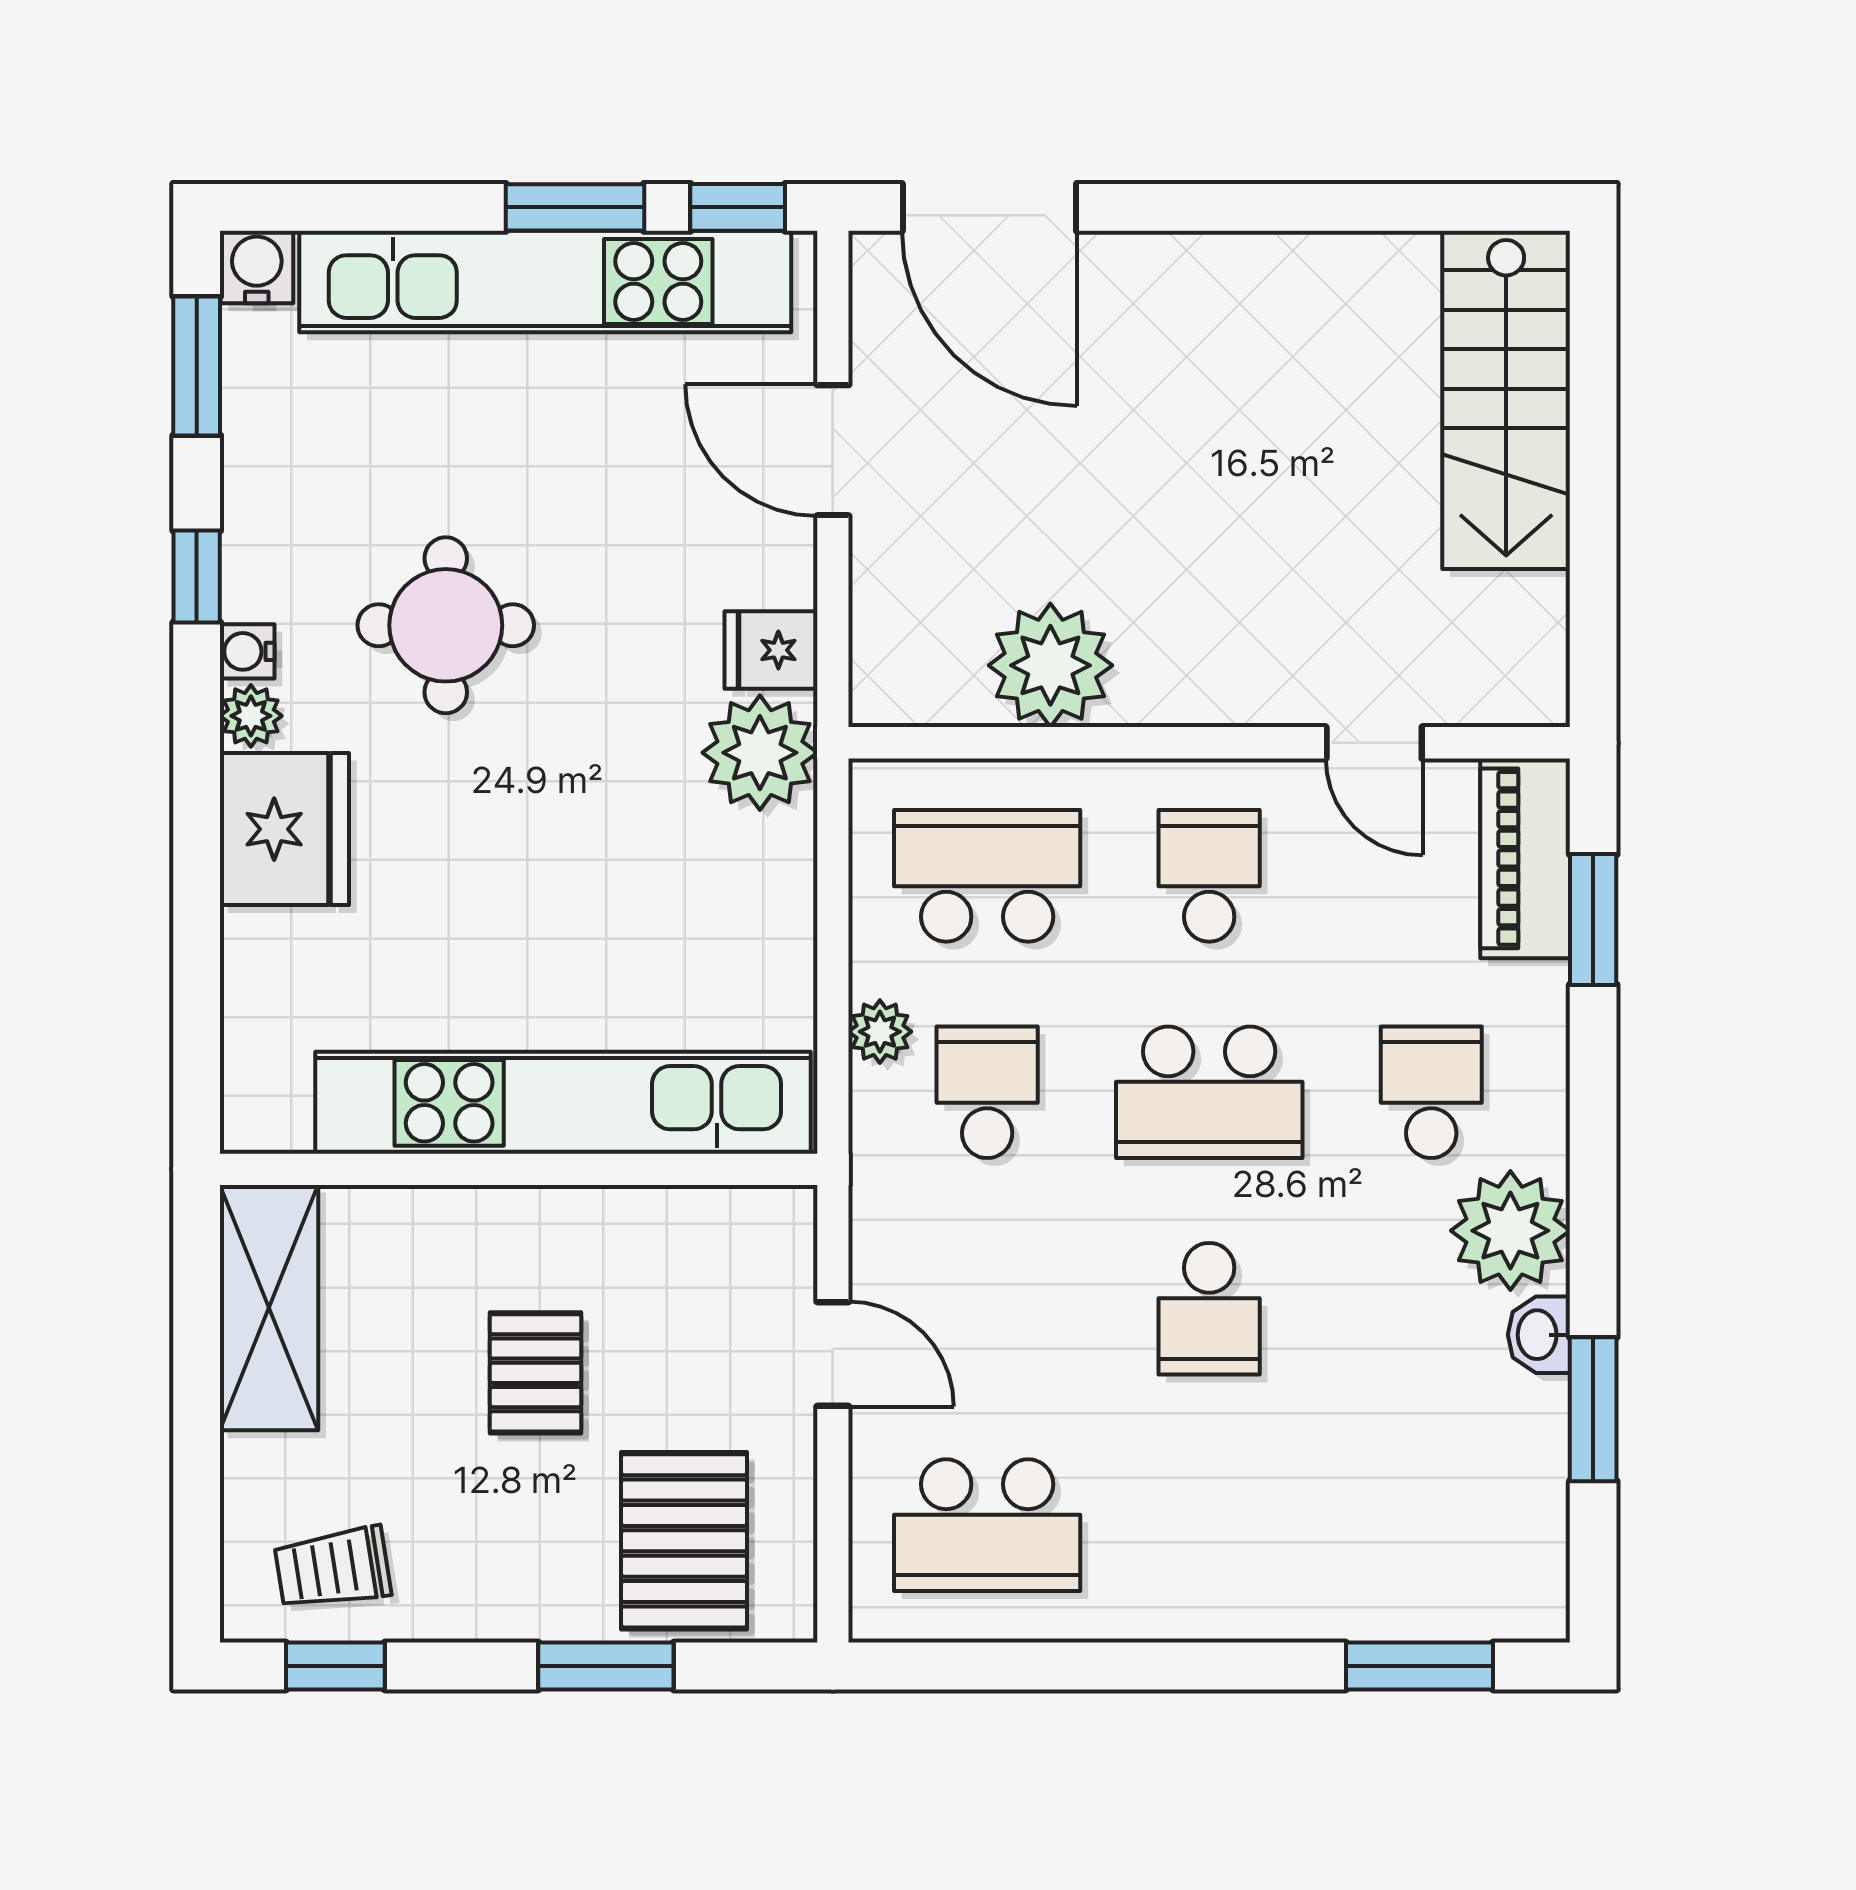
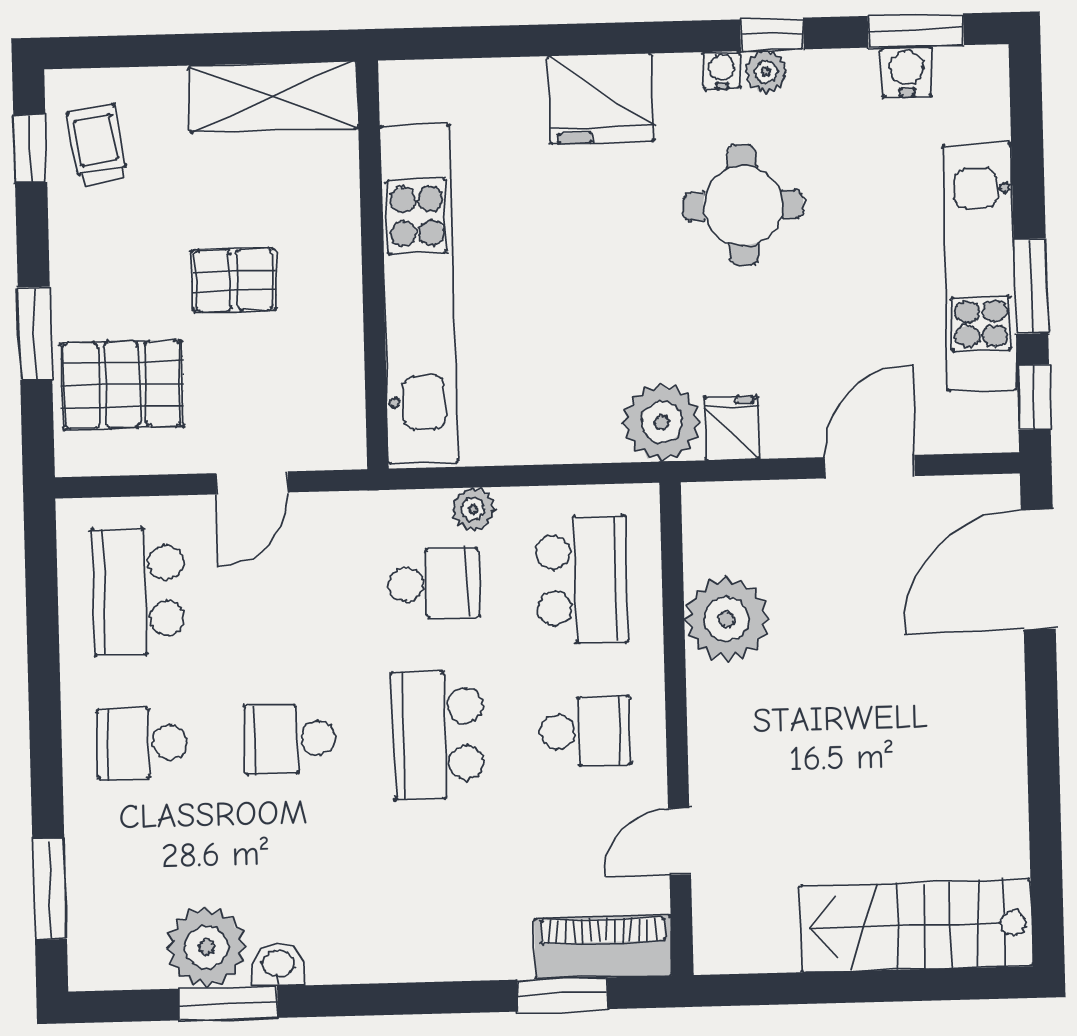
water cooler: (257, 267) -> (907, 72), moved, turned -90
kitchen unit: (545, 281) -> (980, 267), width x0.73
plant: (251, 716) -> (766, 72), moved
school desk: (1431, 1092) -> (142, 743), moved, turned 180
plant: (1510, 1231) -> (206, 947), moved

